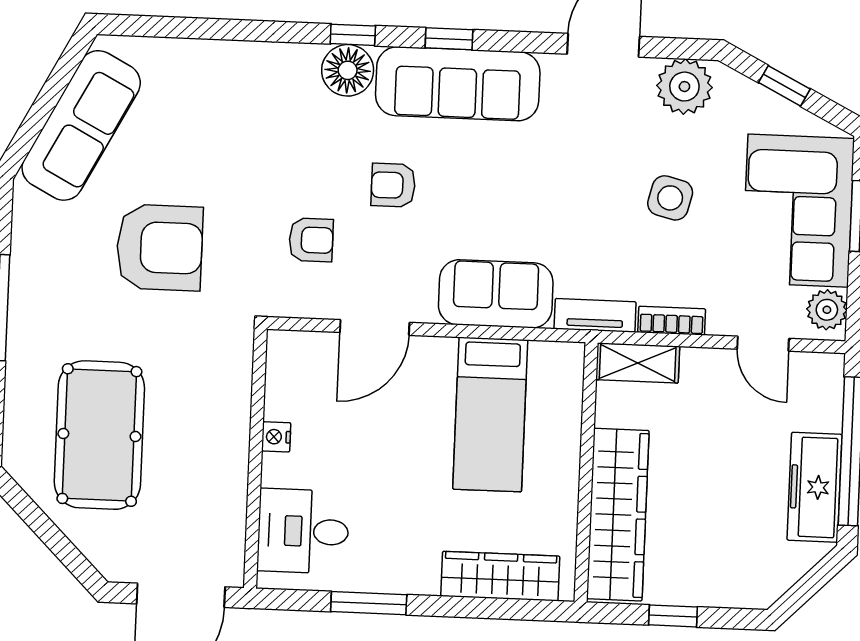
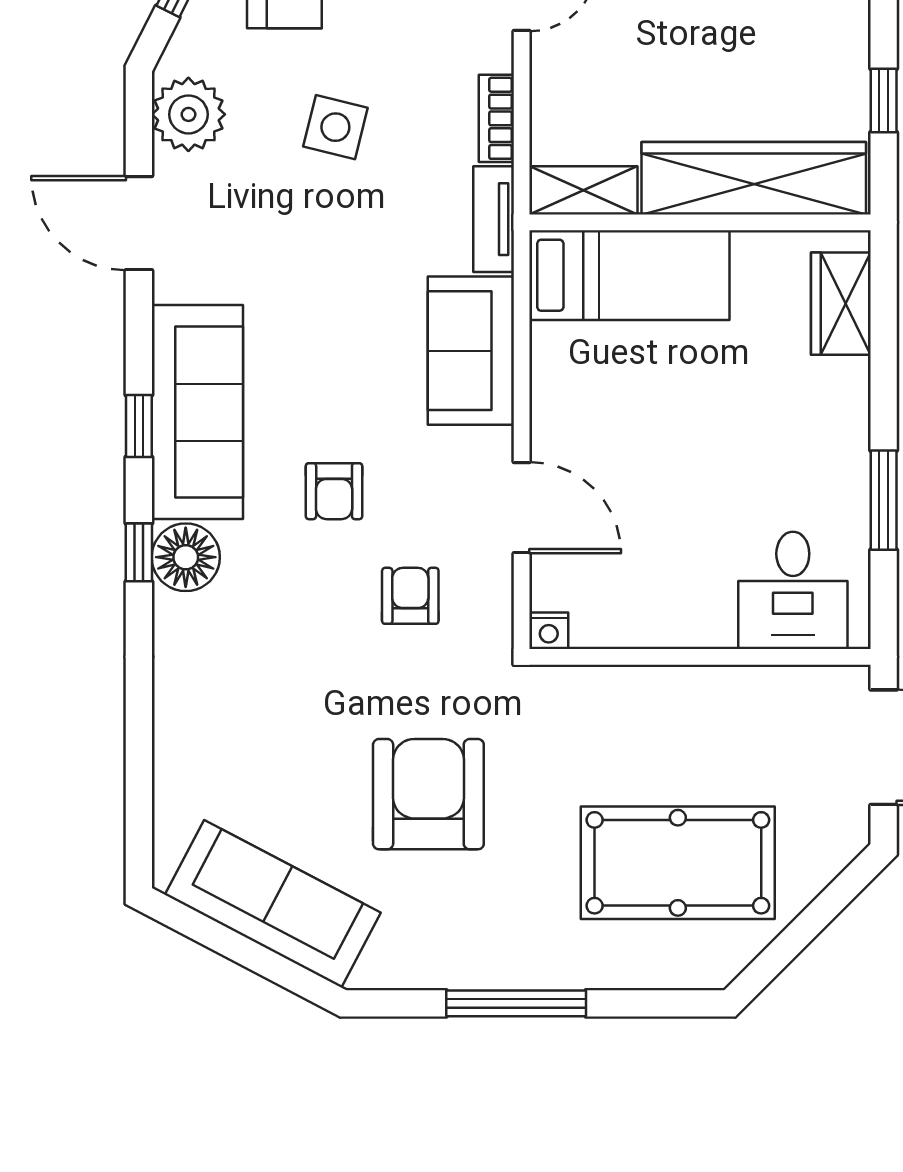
shelving: (638, 363) -> (583, 190), moved, turned 90
bed: (490, 414) -> (629, 275), moved
nightstand: (276, 437) -> (549, 631), moved
wardrobe: (500, 576) -> (841, 304), width x0.67

